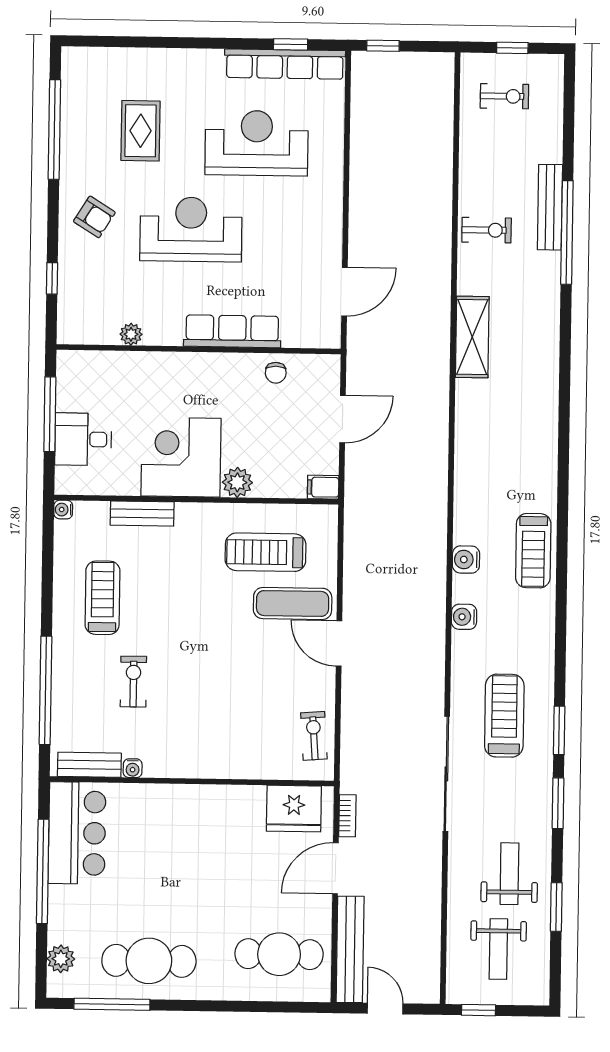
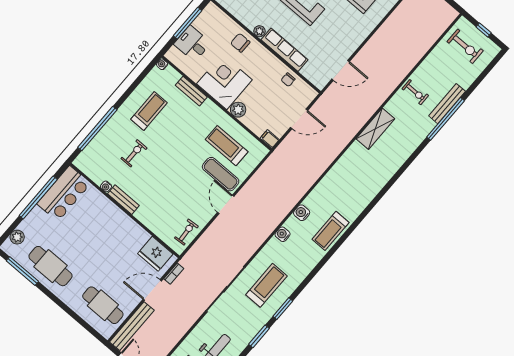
exercise bike: (504, 96) -> (465, 46), width x1.38, depth x1.39
plant: (131, 334) -> (259, 31), moved
chair: (155, 377) -> (240, 43), added
bench: (89, 765) -> (123, 200), moved

